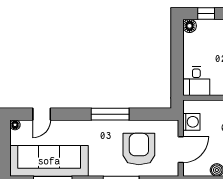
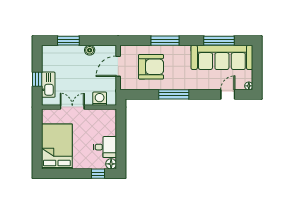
desk: (196, 81) -> (105, 147), moved, turned 90
washing machine: (191, 122) -> (100, 99), moved, turned 90
armchair: (139, 149) -> (151, 67), turned -90

